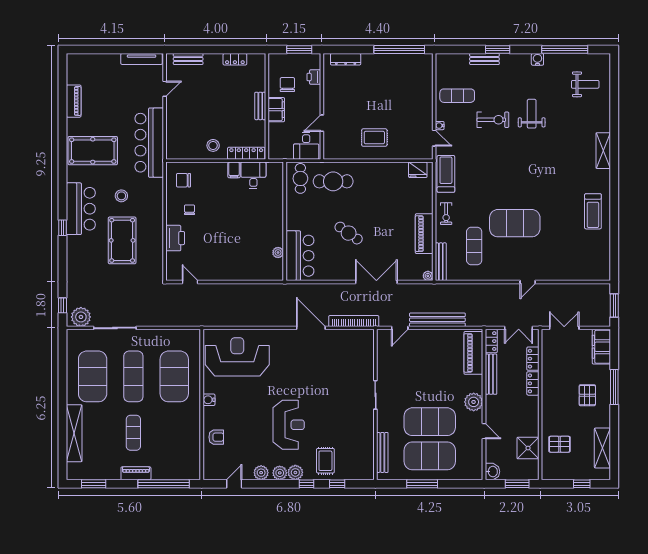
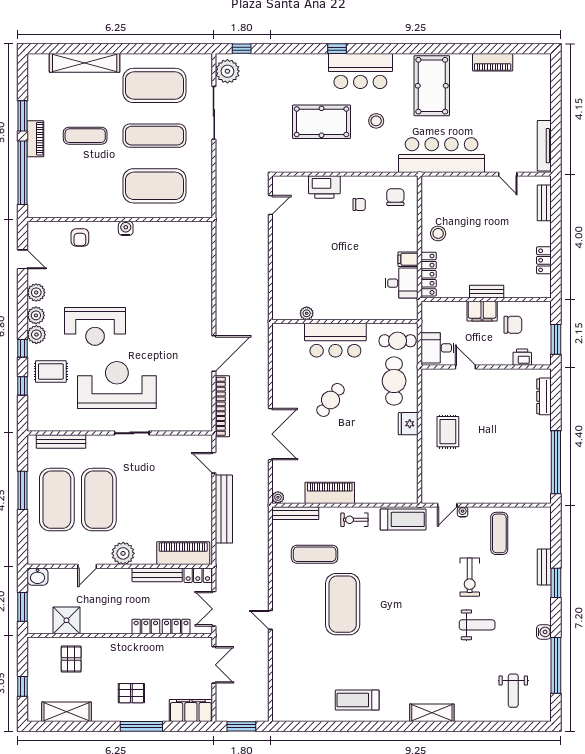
fridge: (418, 170) -> (408, 424), moved
bar counter: (300, 256) -> (335, 340), moved
reception desk: (237, 357) -> (117, 385), moved, turned -90
window: (94, 484) -> (23, 116), moved

